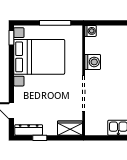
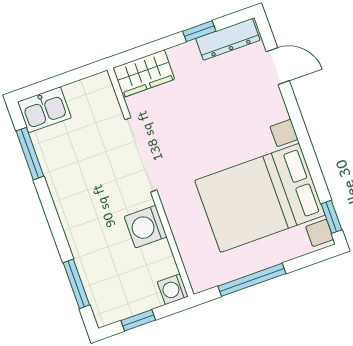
window: (110, 23) -> (138, 320), added

